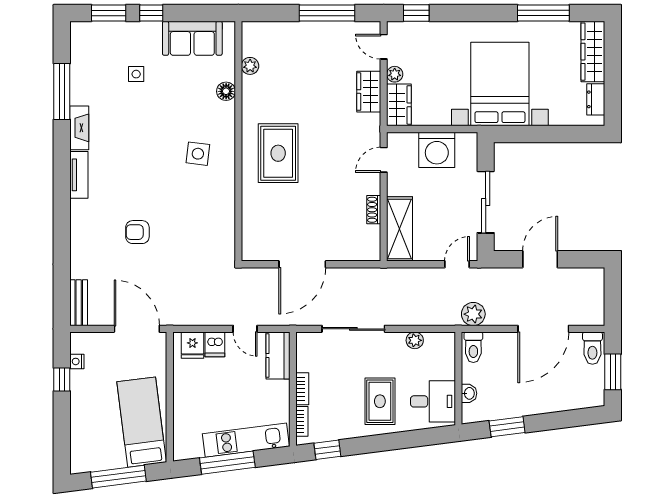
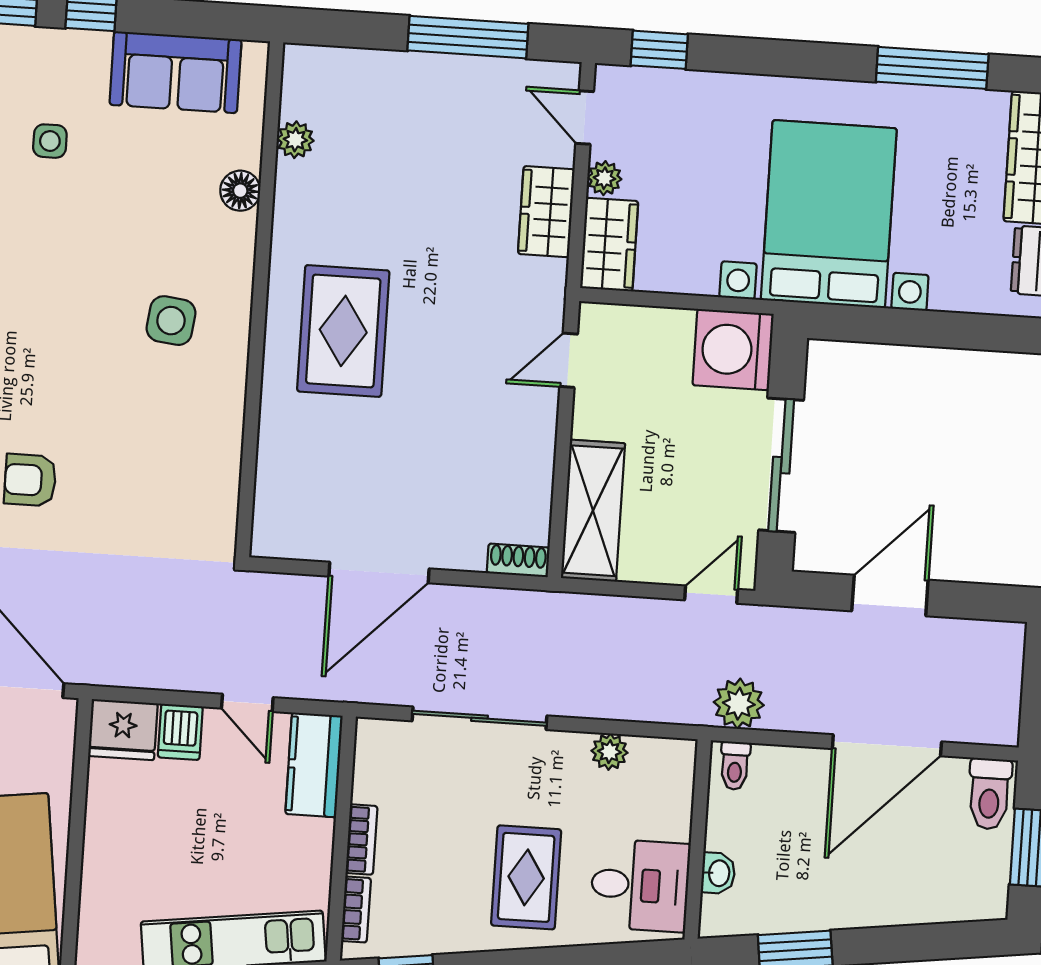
washing machine: (437, 150) -> (733, 350), moved, turned 90
shoe rack: (374, 210) -> (518, 560), moved, turned 90
fridge: (192, 345) -> (123, 730), width x1.38
toilet: (473, 347) -> (735, 766), width x0.73, depth x0.72

